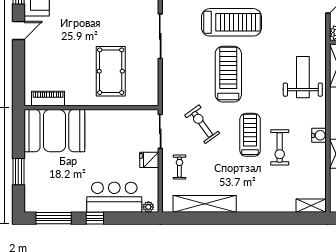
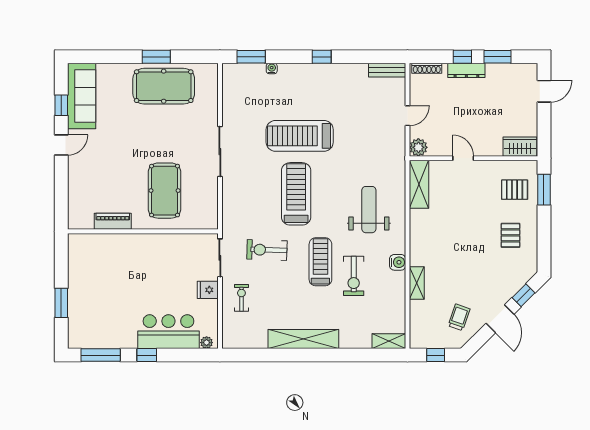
treadmill: (231, 22) -> (300, 136), turned 180
weight bench: (303, 77) -> (369, 210), moved
piano: (48, 99) -> (113, 221), moved
exercise bike: (202, 124) -> (267, 250), turned -52
booth: (54, 131) -> (102, 257), removed
shelving: (205, 204) -> (303, 339), moved

